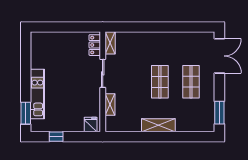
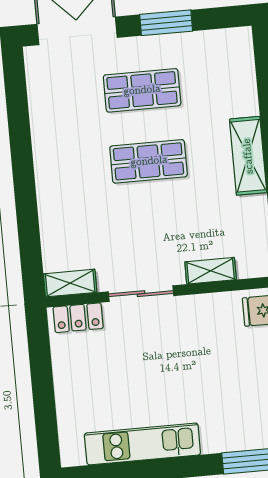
kitchen unit: (37, 94) -> (142, 444), moved
window: (219, 113) -> (166, 23), moved

